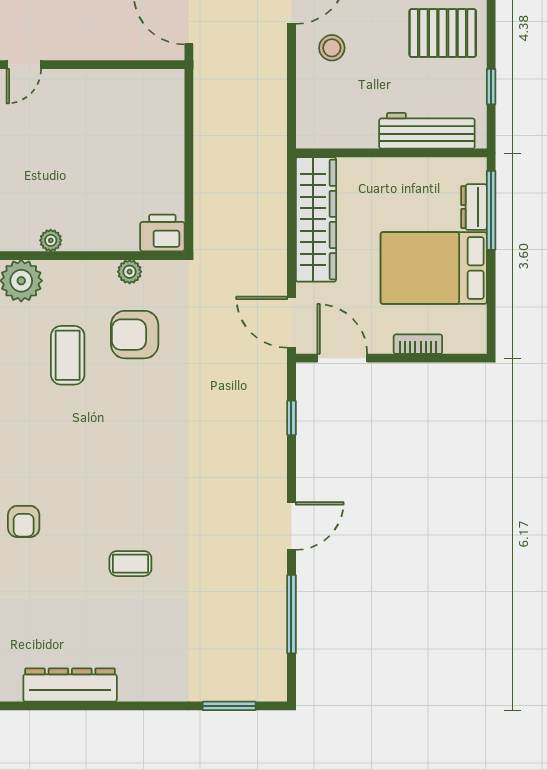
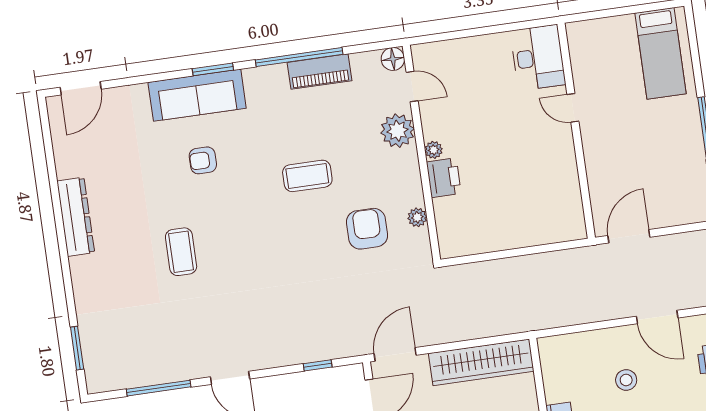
stool: (332, 48) -> (626, 380), moved
printer: (162, 233) -> (444, 178), moved
coffee table: (68, 355) -> (307, 176), moved
coffee table: (130, 564) -> (181, 252), width x1.36, depth x1.30

